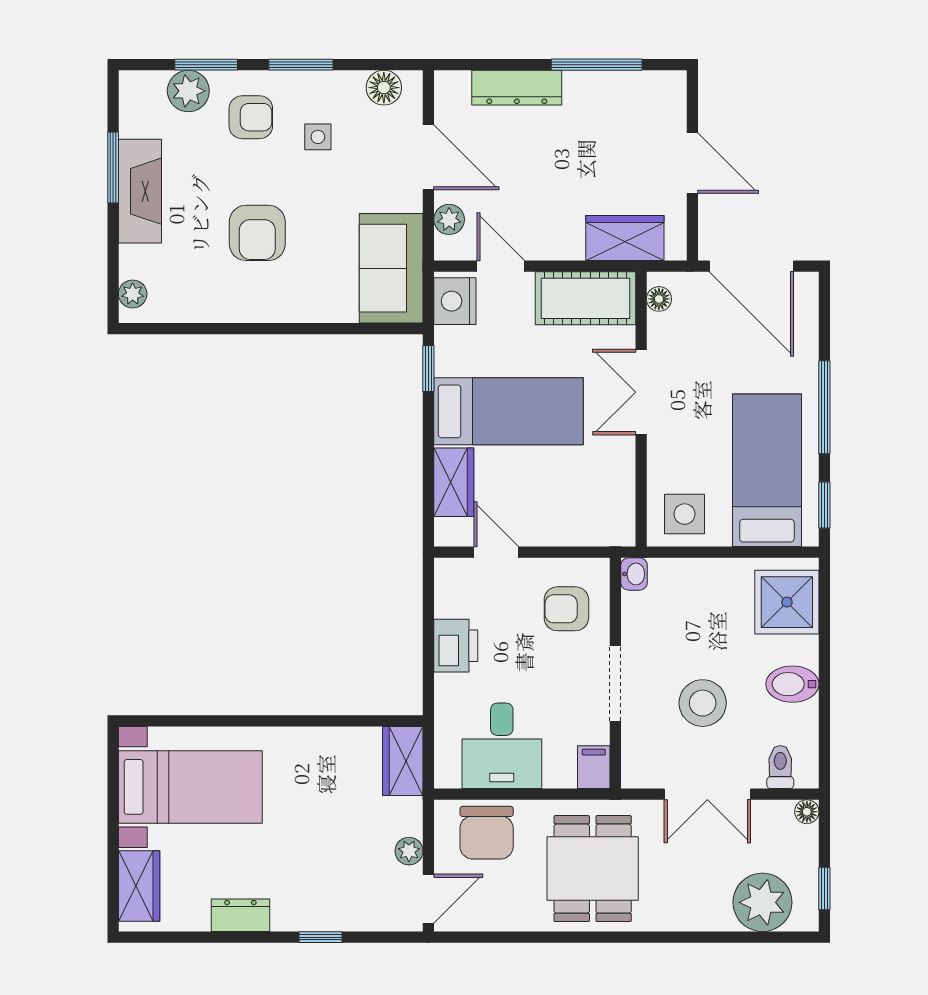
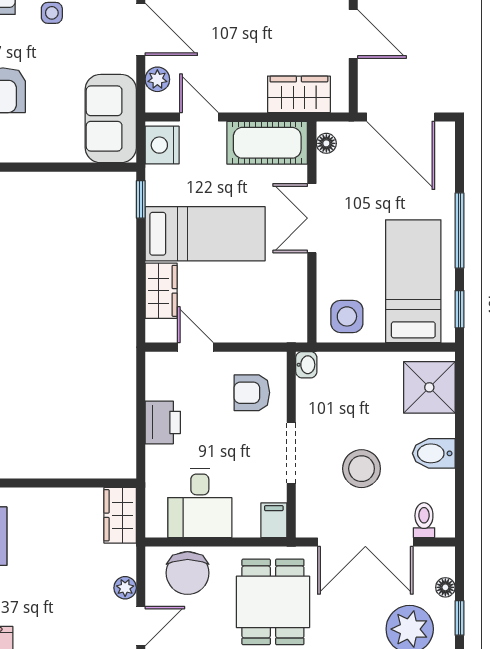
double door: (707, 794) -> (365, 542), width x1.37
floor lamp: (807, 812) -> (445, 587), moved

